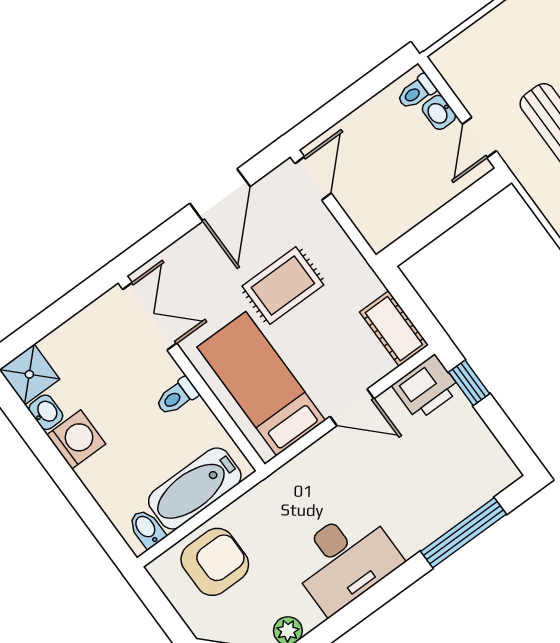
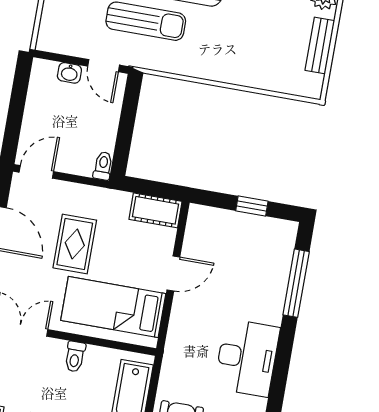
toilet: (416, 92) -> (103, 166), moved, turned 180
door: (313, 178) -> (36, 172), hinge flipped
window: (469, 383) -> (252, 206), moved
printer: (426, 388) -> (202, 225), removed

